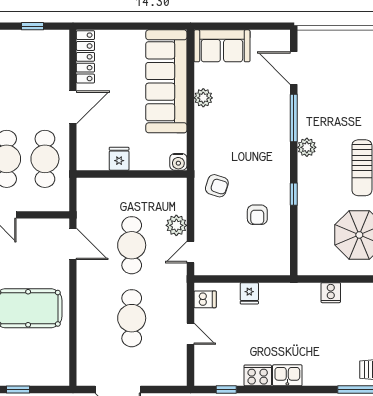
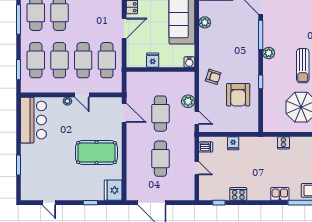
armchair: (257, 215) -> (238, 95), width x1.88, depth x1.88
door: (190, 252) -> (197, 118), swing flipped
fridge: (55, 369) -> (113, 190), added
kitchen sink: (287, 375) -> (280, 194), moved

